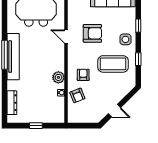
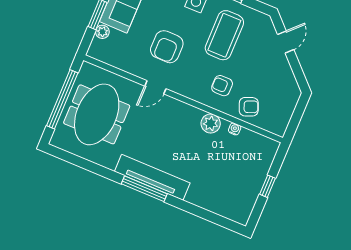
armchair: (92, 33) -> (167, 47), turned 180
dresser: (12, 103) -> (219, 207), removed
door: (114, 111) -> (286, 42), moved

